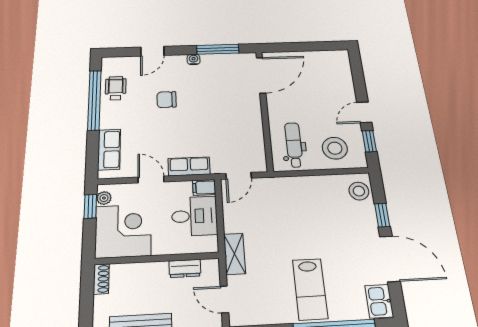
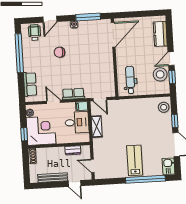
kitchen counter: (342, 75) -> (160, 34), added
wheelchair: (116, 88) -> (35, 33), moved
stool: (335, 148) -> (160, 74), moved
door: (239, 176) -> (100, 99), hinge flipped
window: (90, 206) -> (24, 134), moved
shelving: (234, 254) -> (97, 127), moved
lab bench: (310, 289) -> (135, 160), turned 180

